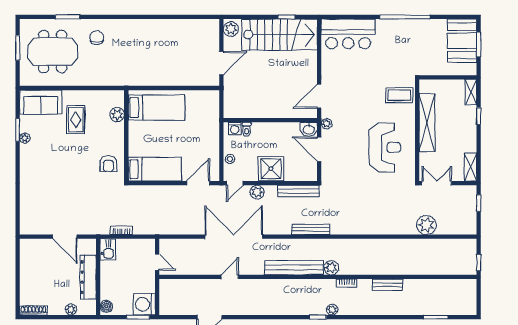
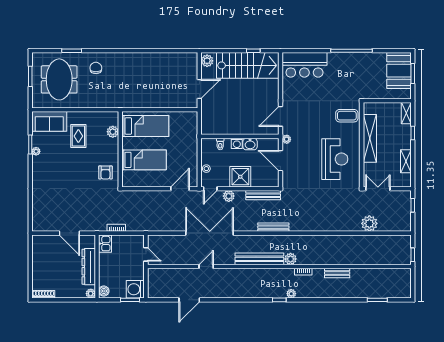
meeting table: (53, 52) -> (59, 79), turned 90
washing machine: (235, 129) -> (237, 143), moved
washbasin: (309, 129) -> (250, 144), moved
shelving: (470, 167) -> (406, 161), moved
bed: (155, 169) -> (144, 160), moved
plant: (71, 309) -> (91, 294), moved

